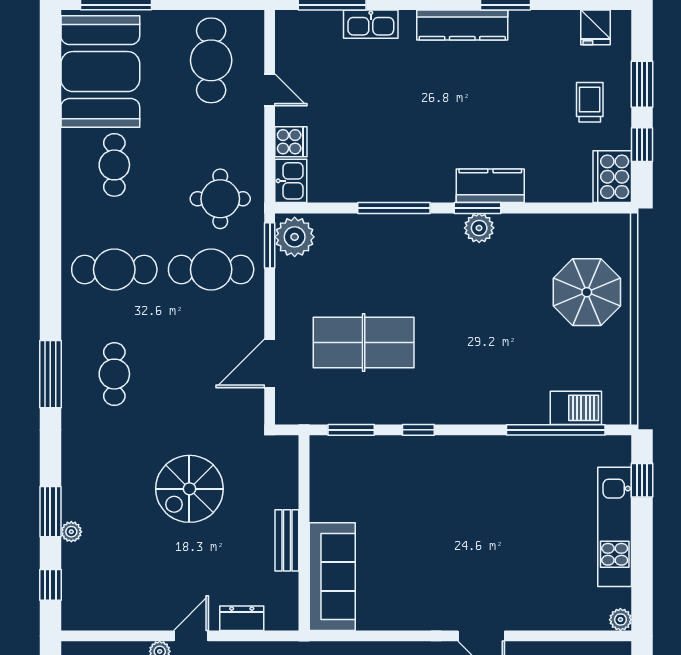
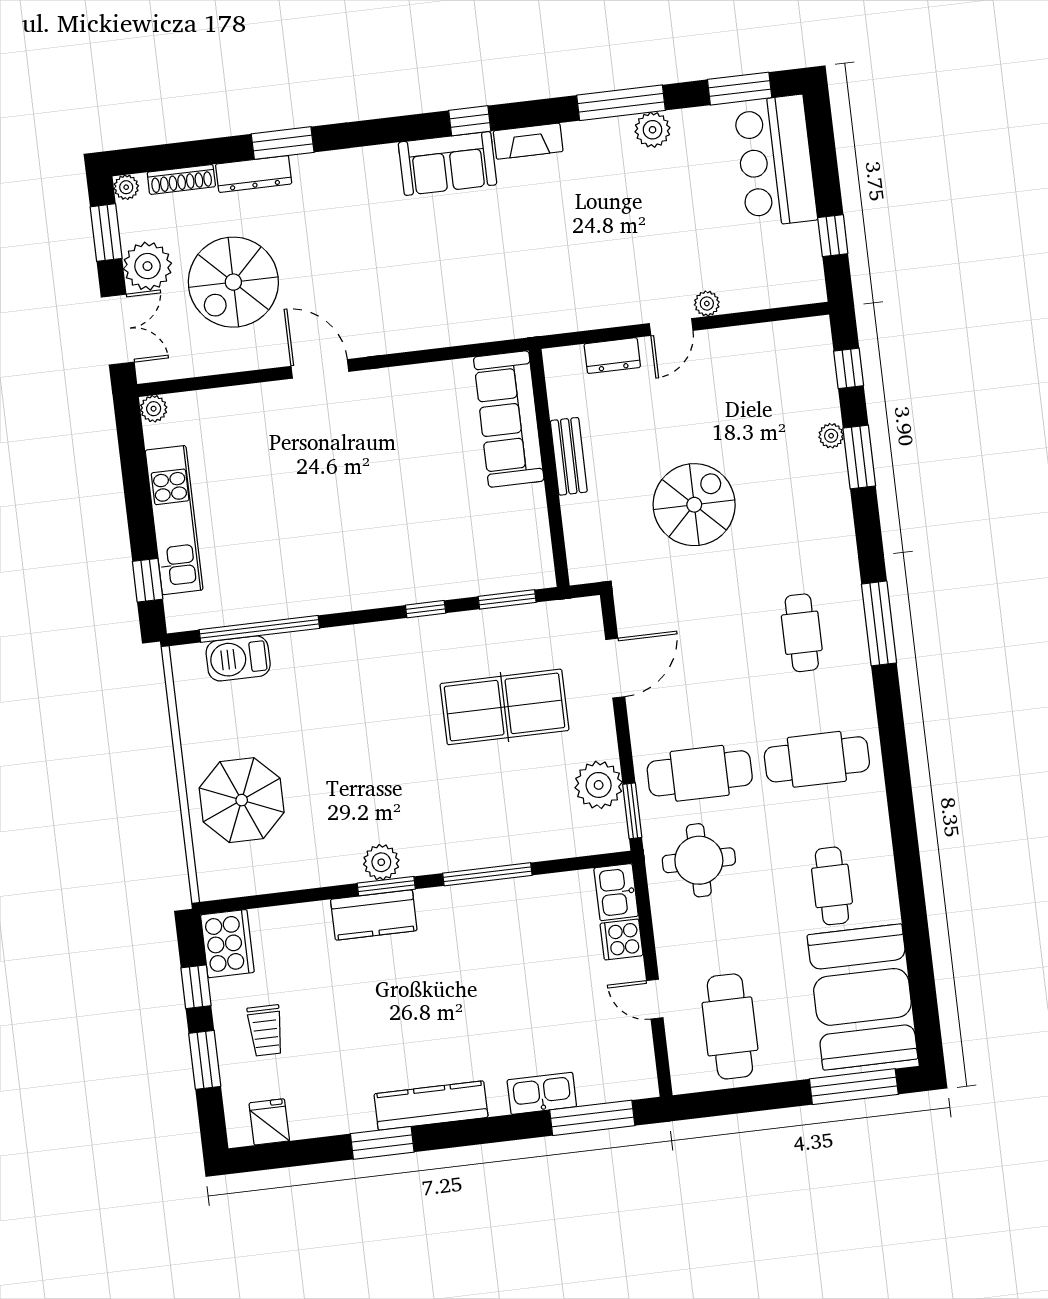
plant: (295, 237) -> (599, 785), moved

